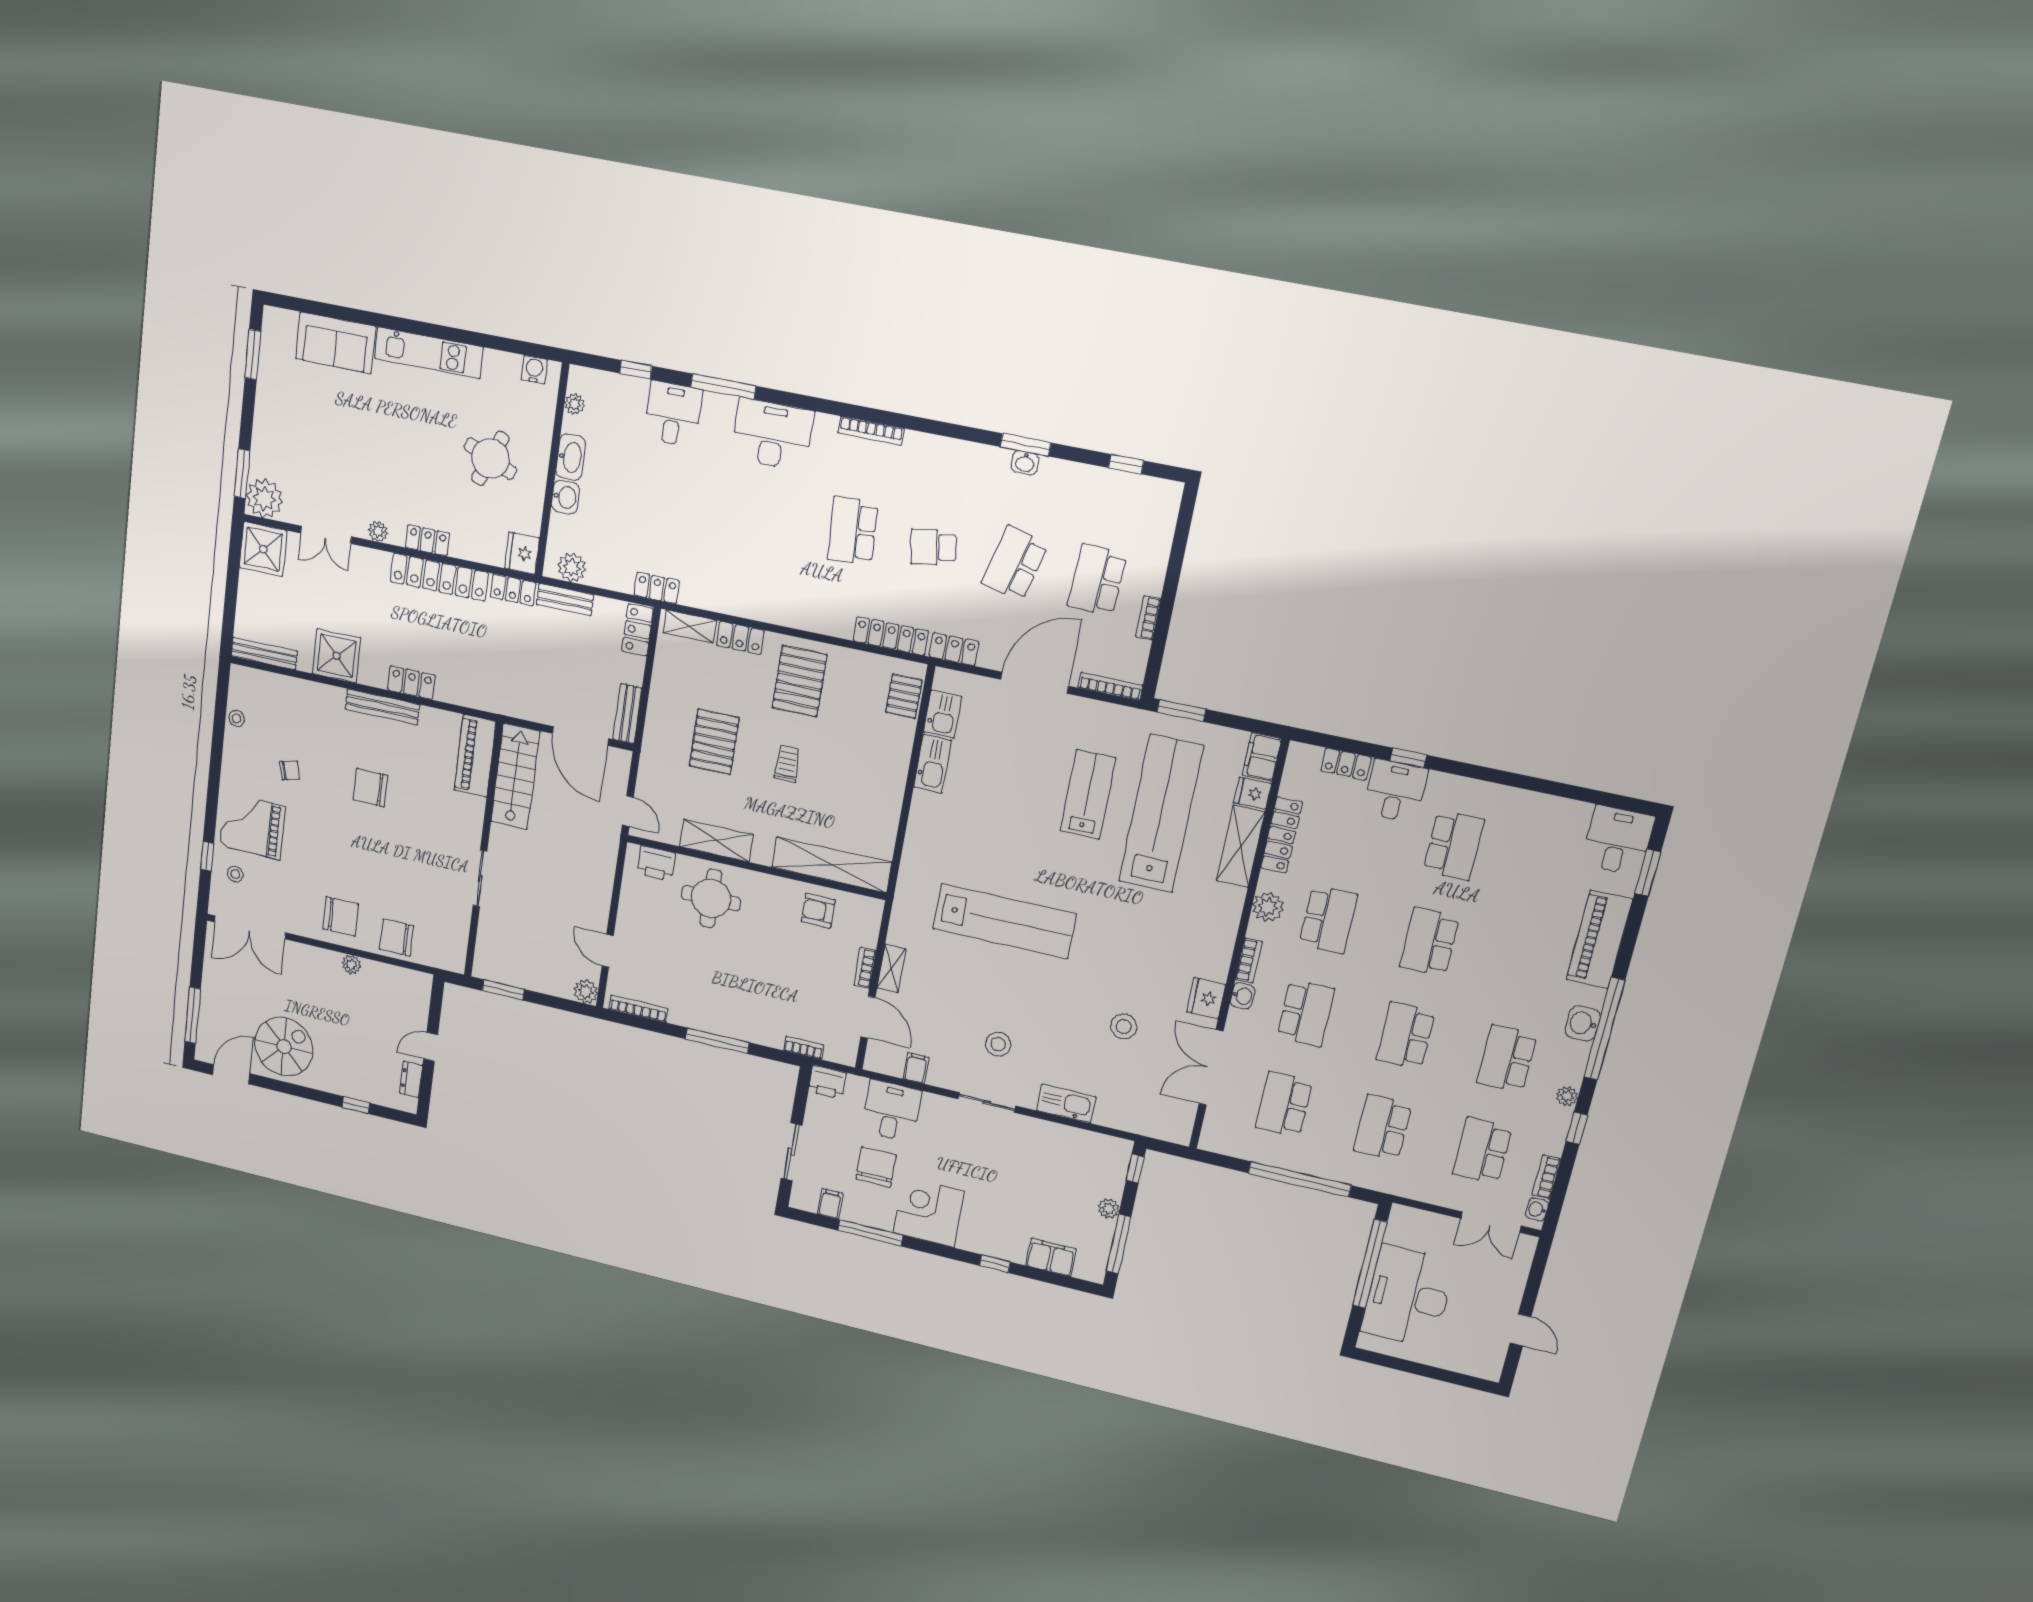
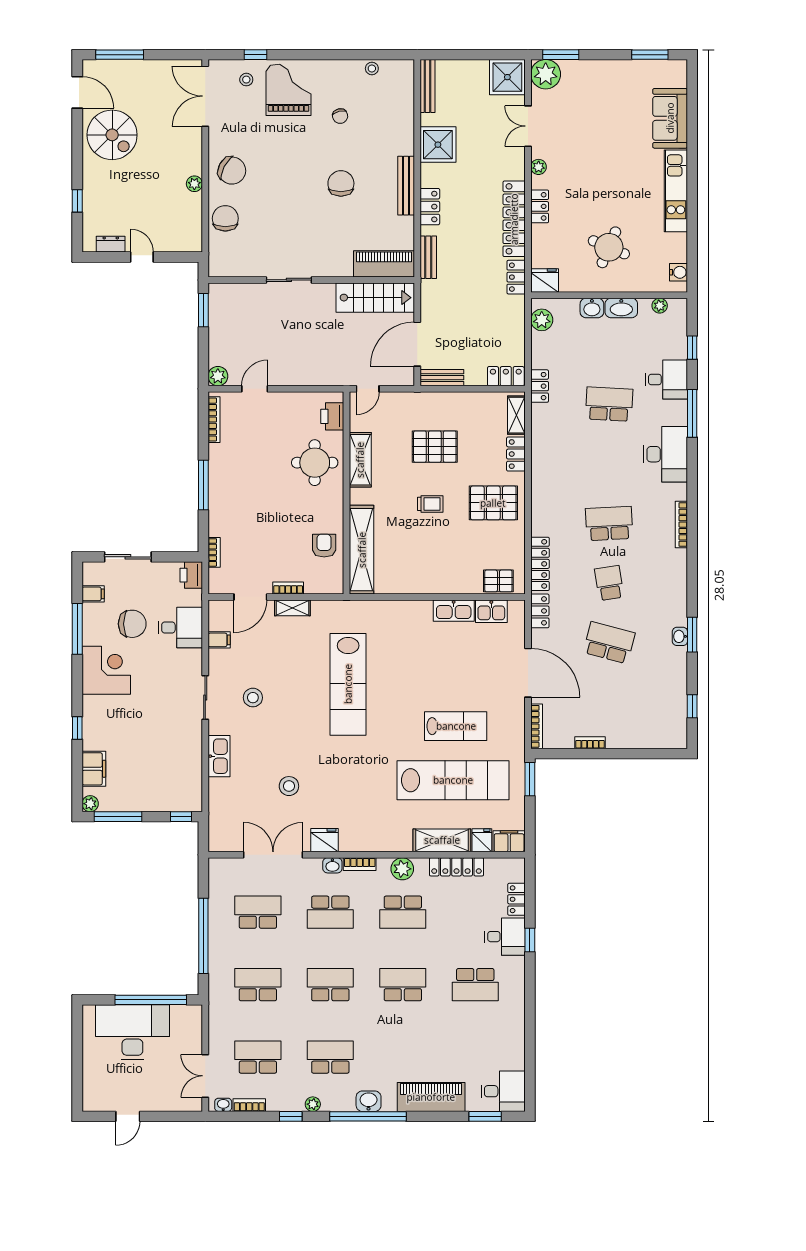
school desk: (1097, 580) -> (609, 404), moved
bench: (565, 600) -> (428, 257), moved
chair: (341, 916) -> (232, 171), turned -62
plant: (1109, 1208) -> (90, 804), moved

